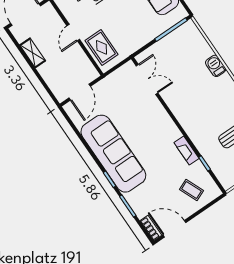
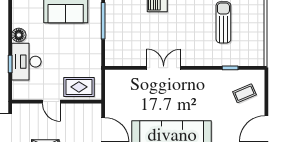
double door: (147, 79) -> (164, 68), moved
fireplace: (187, 151) -> (210, 75), removed

